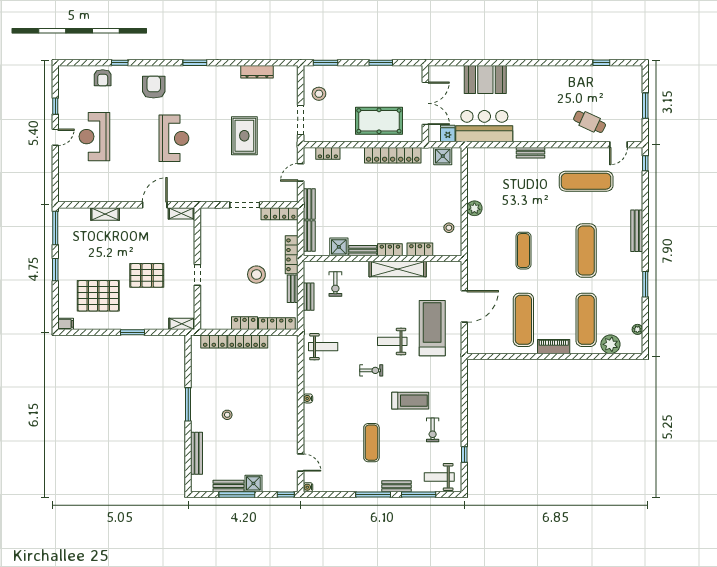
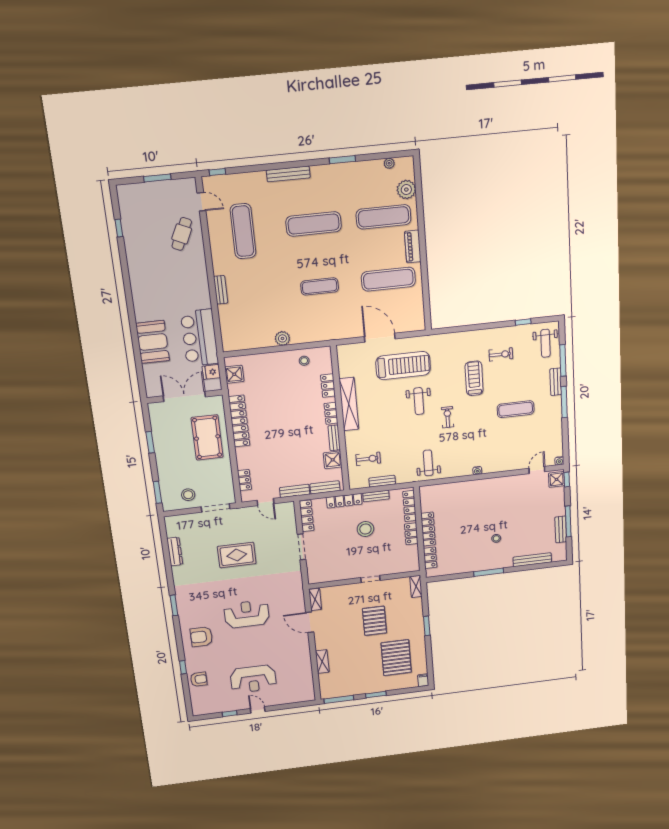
treadmill: (432, 328) -> (403, 366), turned 180
shower: (253, 483) -> (557, 479), moved

